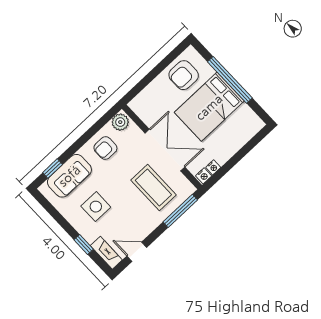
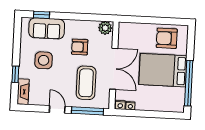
window: (230, 80) -> (189, 83), moved
armchair: (105, 148) -> (80, 47), moved
door: (137, 252) -> (57, 109), moved

